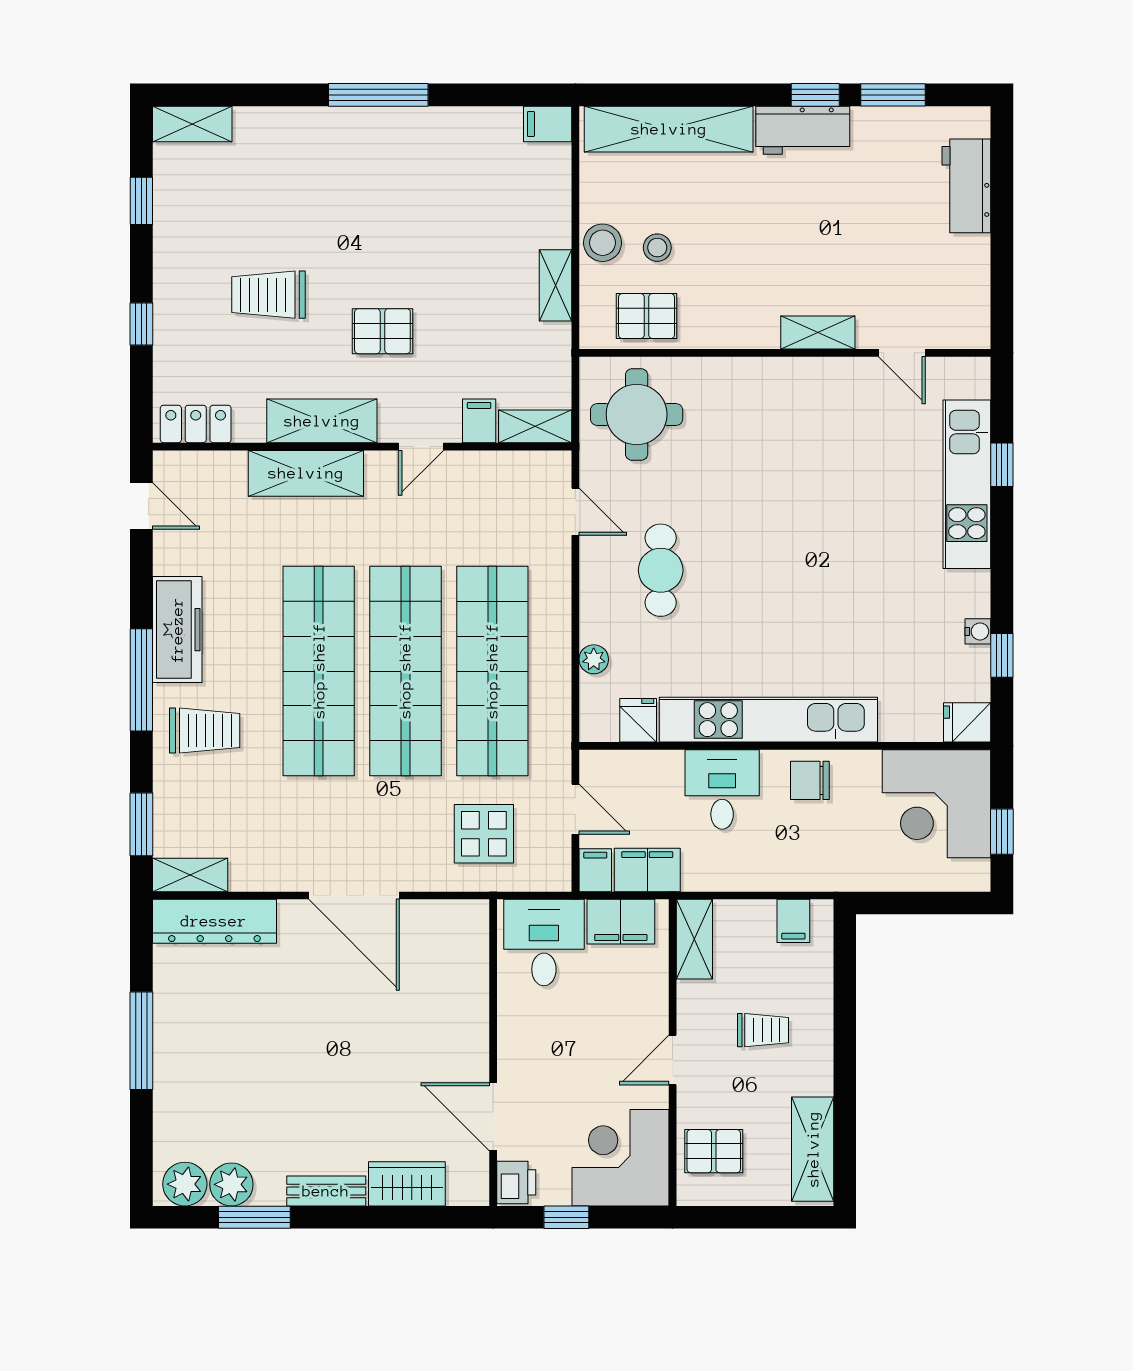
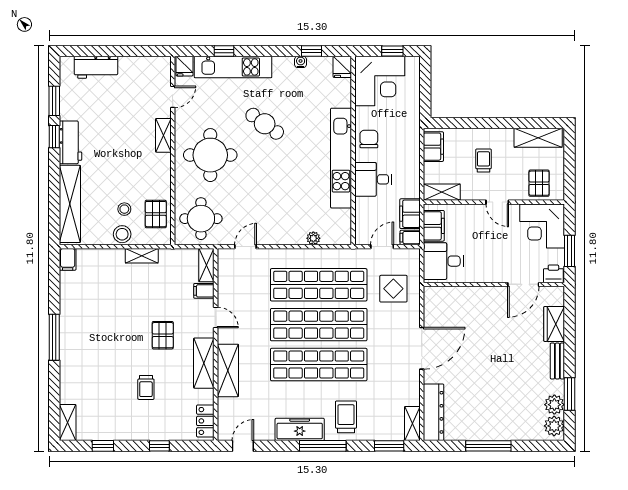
trolley: (269, 295) -> (146, 388), width x0.73, depth x0.72
round table: (775, 435) -> (210, 155), added
cafe table: (661, 570) -> (265, 124), moved, turned 36
fridge: (638, 720) -> (185, 66), moved, turned -90
chair: (810, 780) -> (369, 139), turned 180
filing cabinet: (793, 921) -> (433, 147), width x2.00
window: (566, 1217) -> (569, 251), width x1.50

